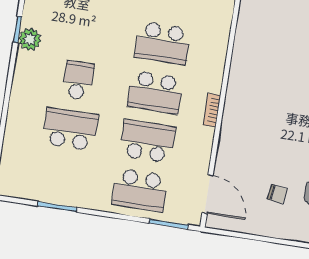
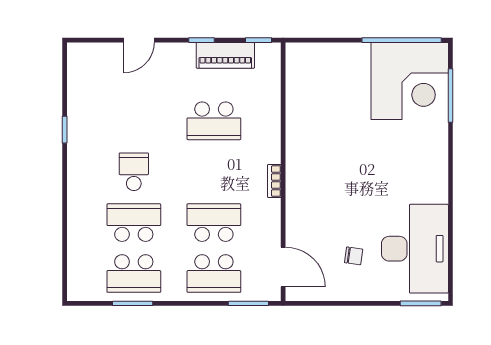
plant: (30, 39) -> (79, 138), removed
school desk: (155, 92) -> (134, 274), moved

